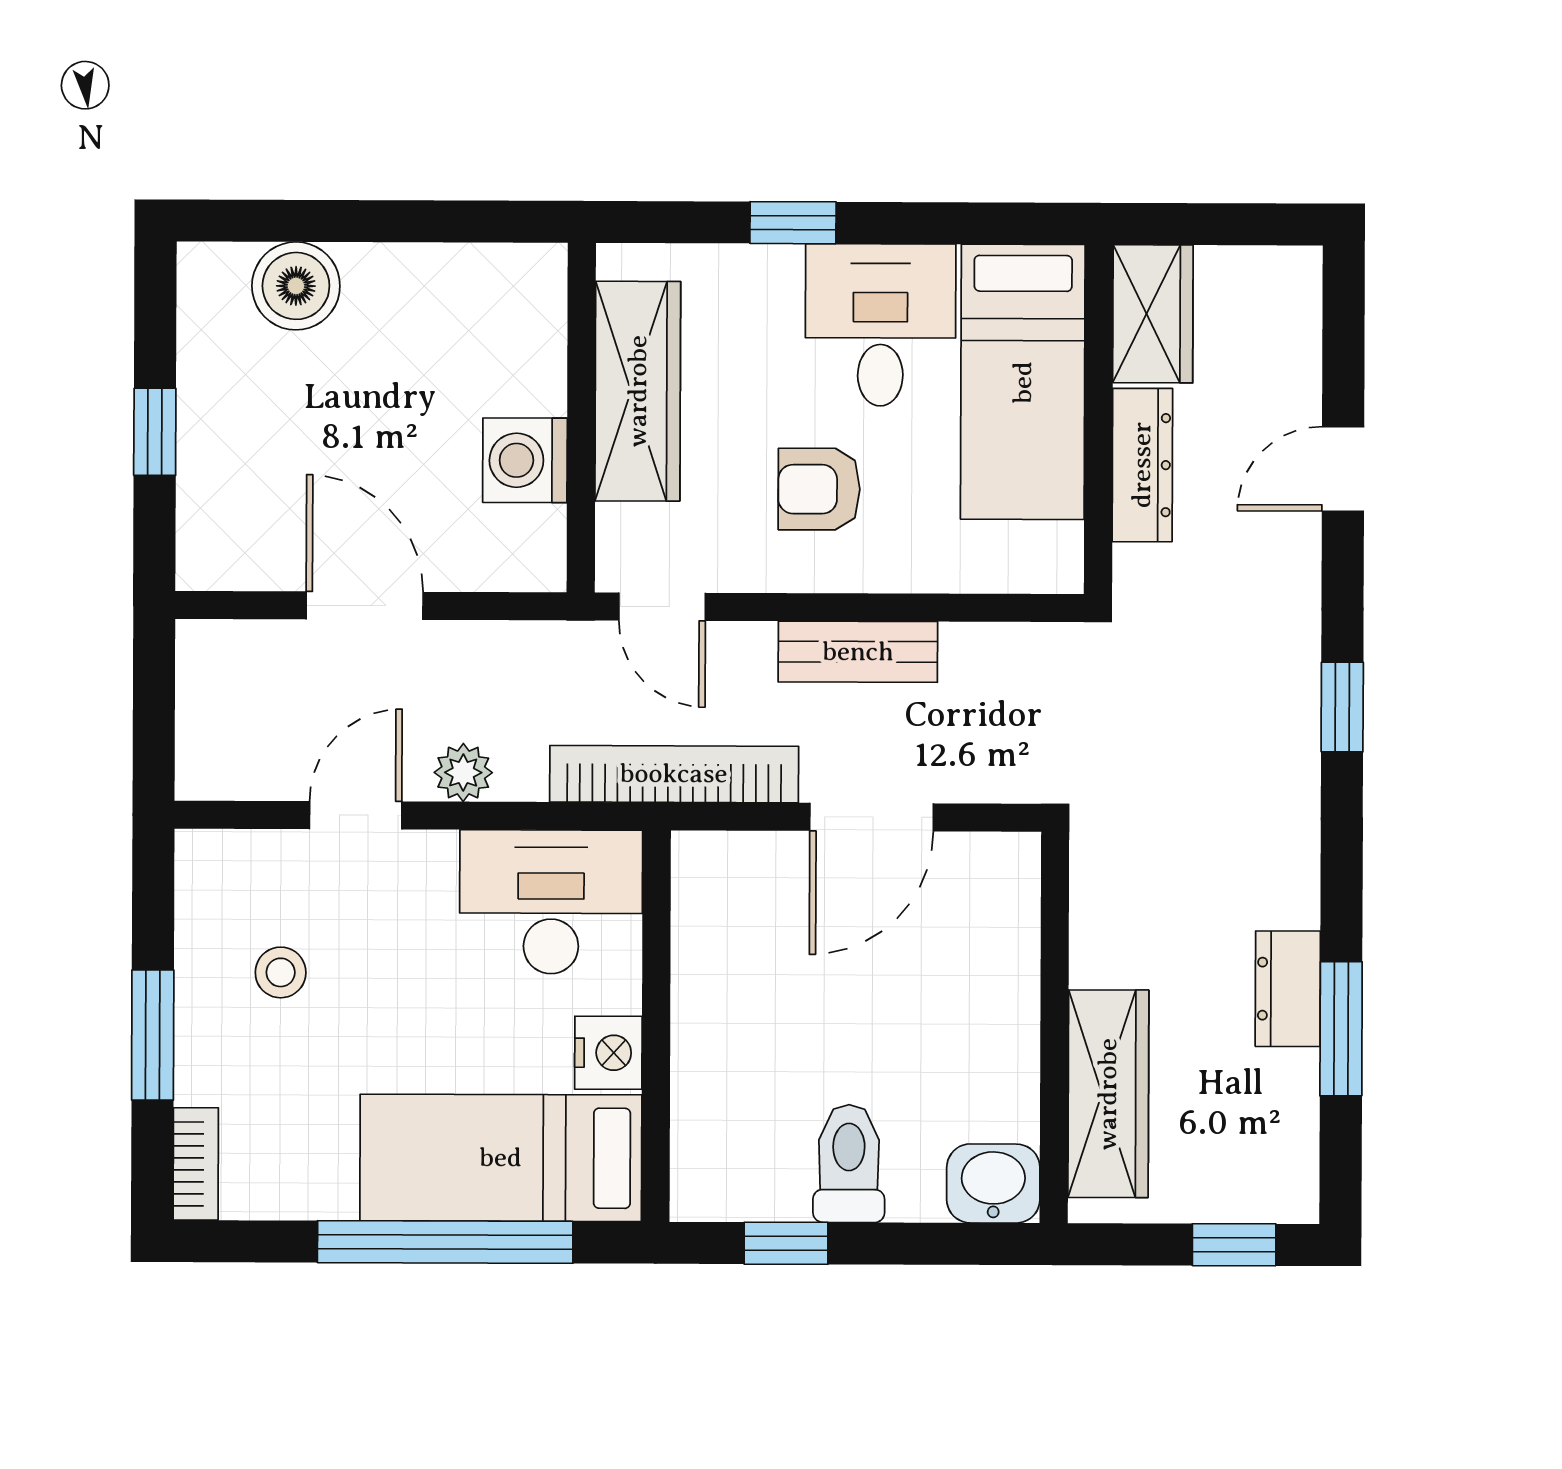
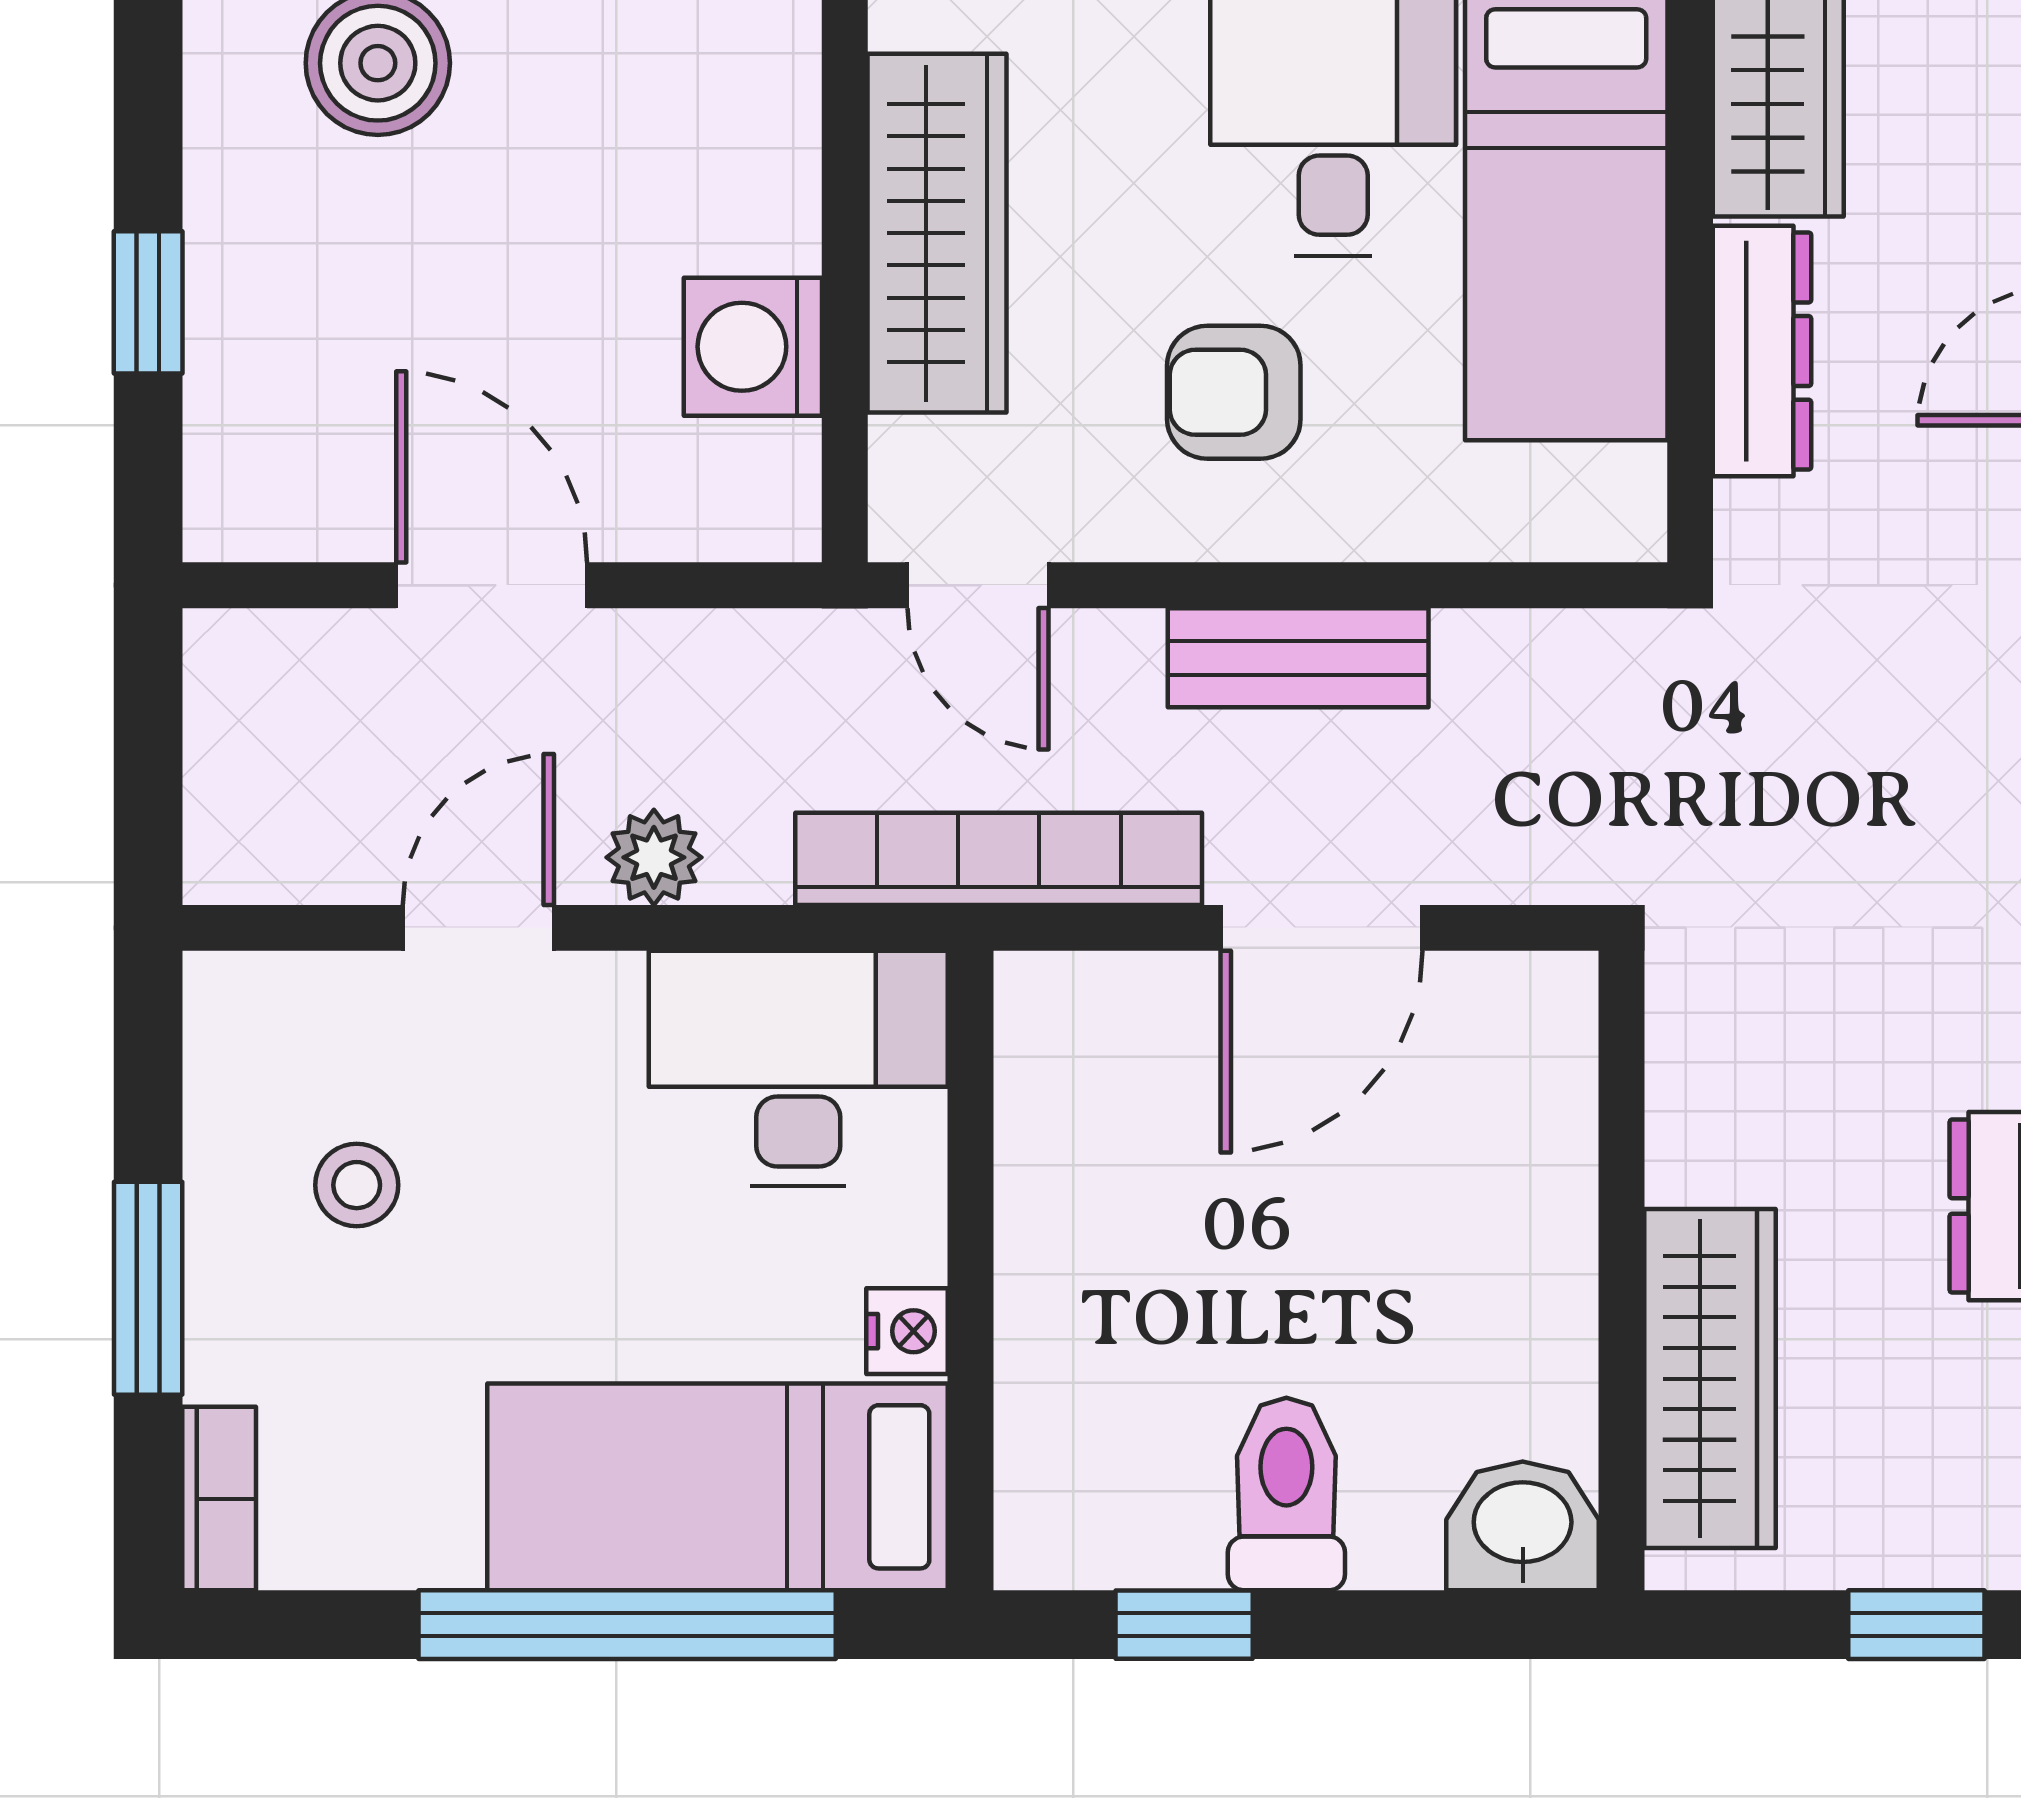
nightstand: (608, 1053) -> (907, 1331), width x0.72, depth x0.74

